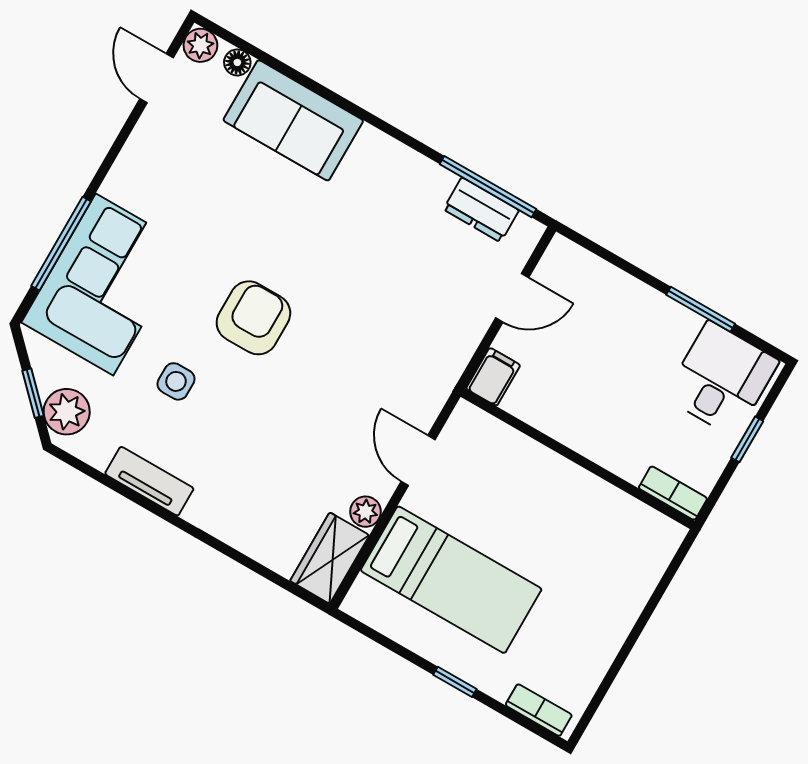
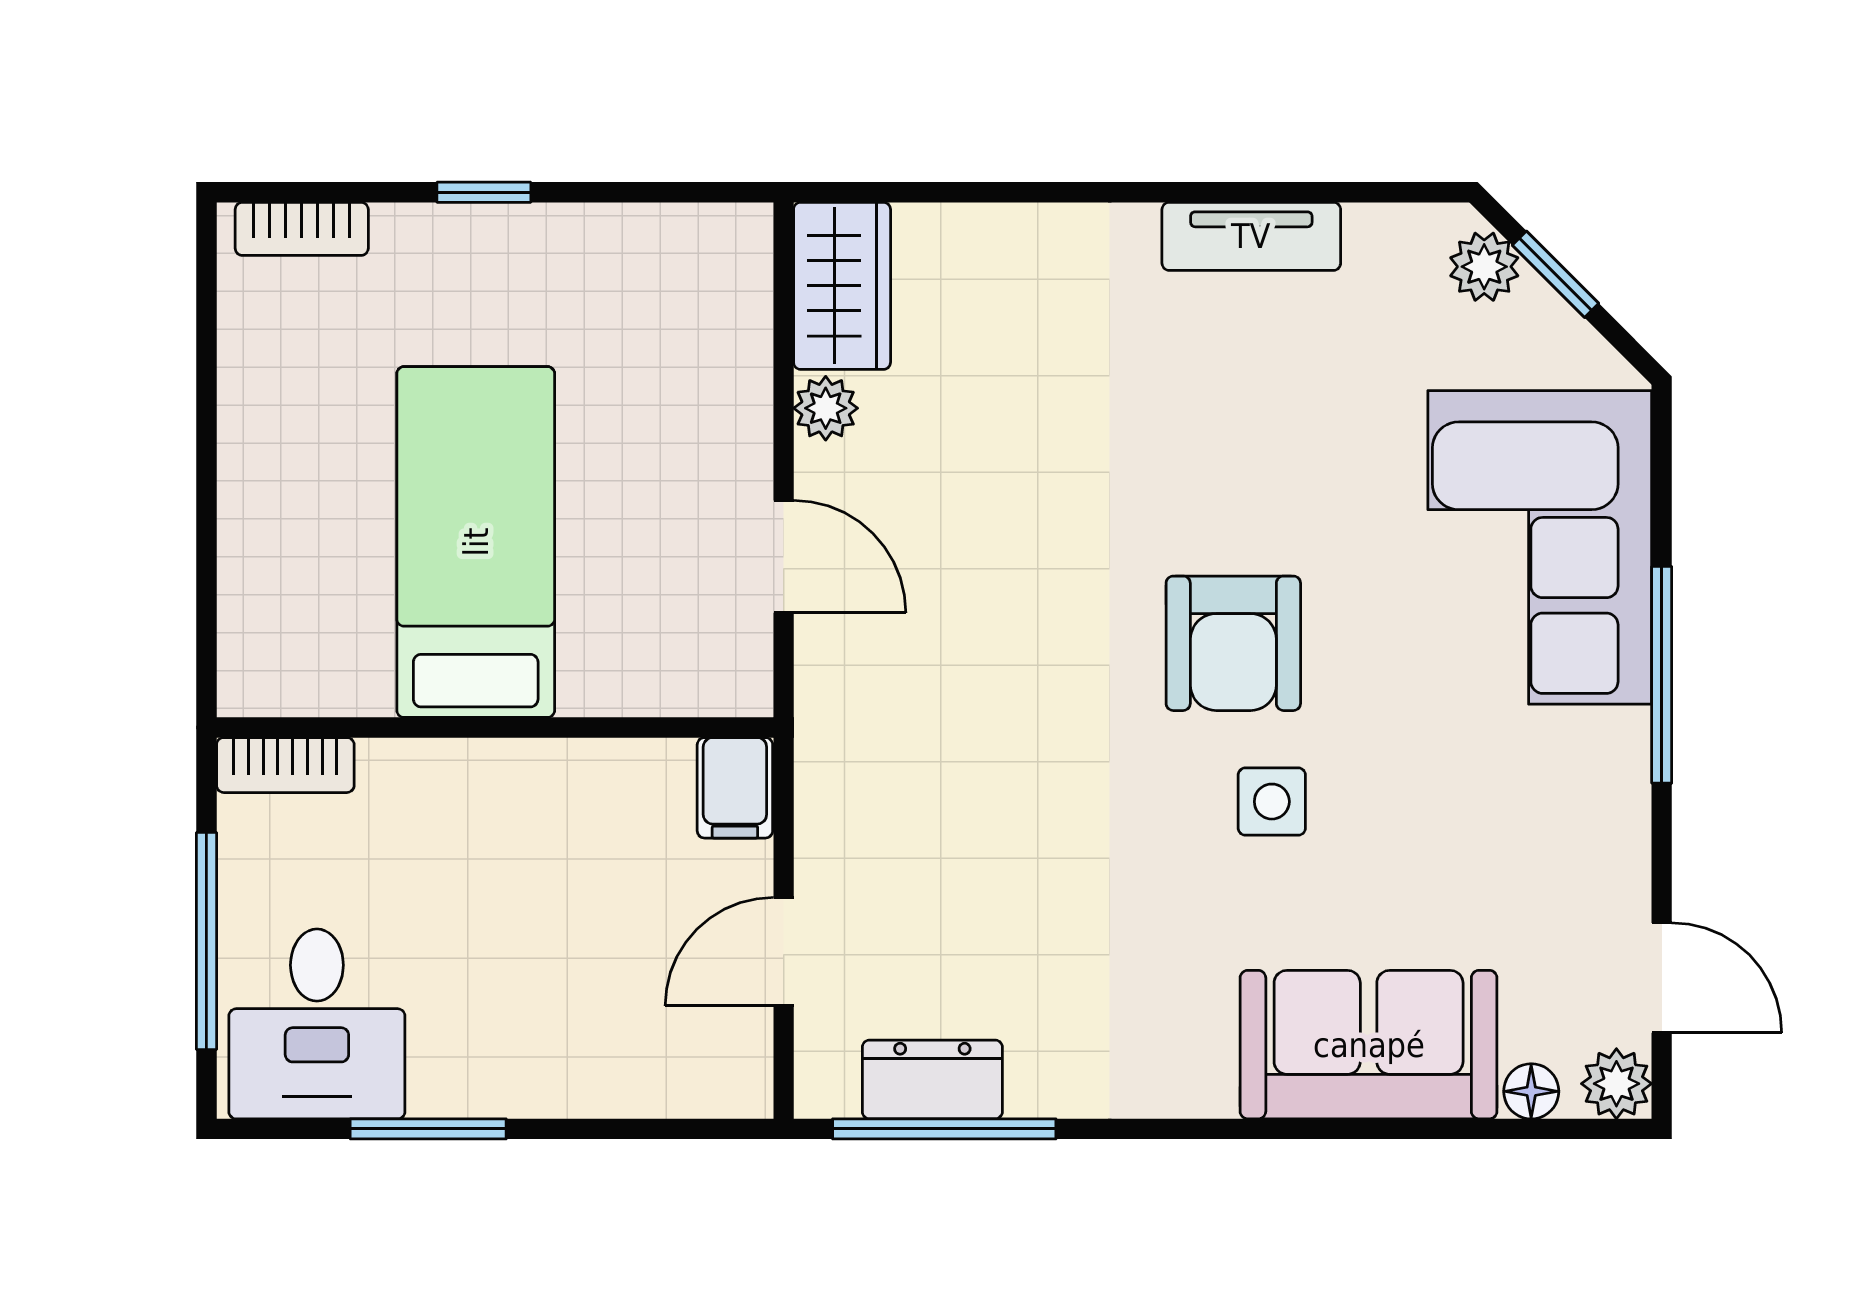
window: (61, 244) -> (1662, 675), moved
side table: (176, 381) -> (1272, 802), moved
plant: (67, 412) -> (1484, 267), width x0.73, depth x0.73
window: (747, 439) -> (206, 941), width x2.17
bed: (451, 580) -> (476, 542), moved, turned 90

